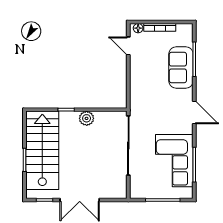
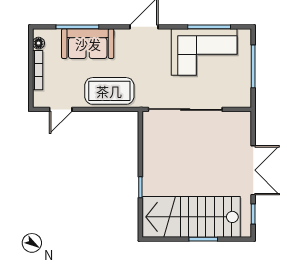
floor lamp: (138, 28) -> (39, 43), moved
coffee table: (143, 85) -> (109, 91), added
plant: (87, 118) -> (151, 162), removed

